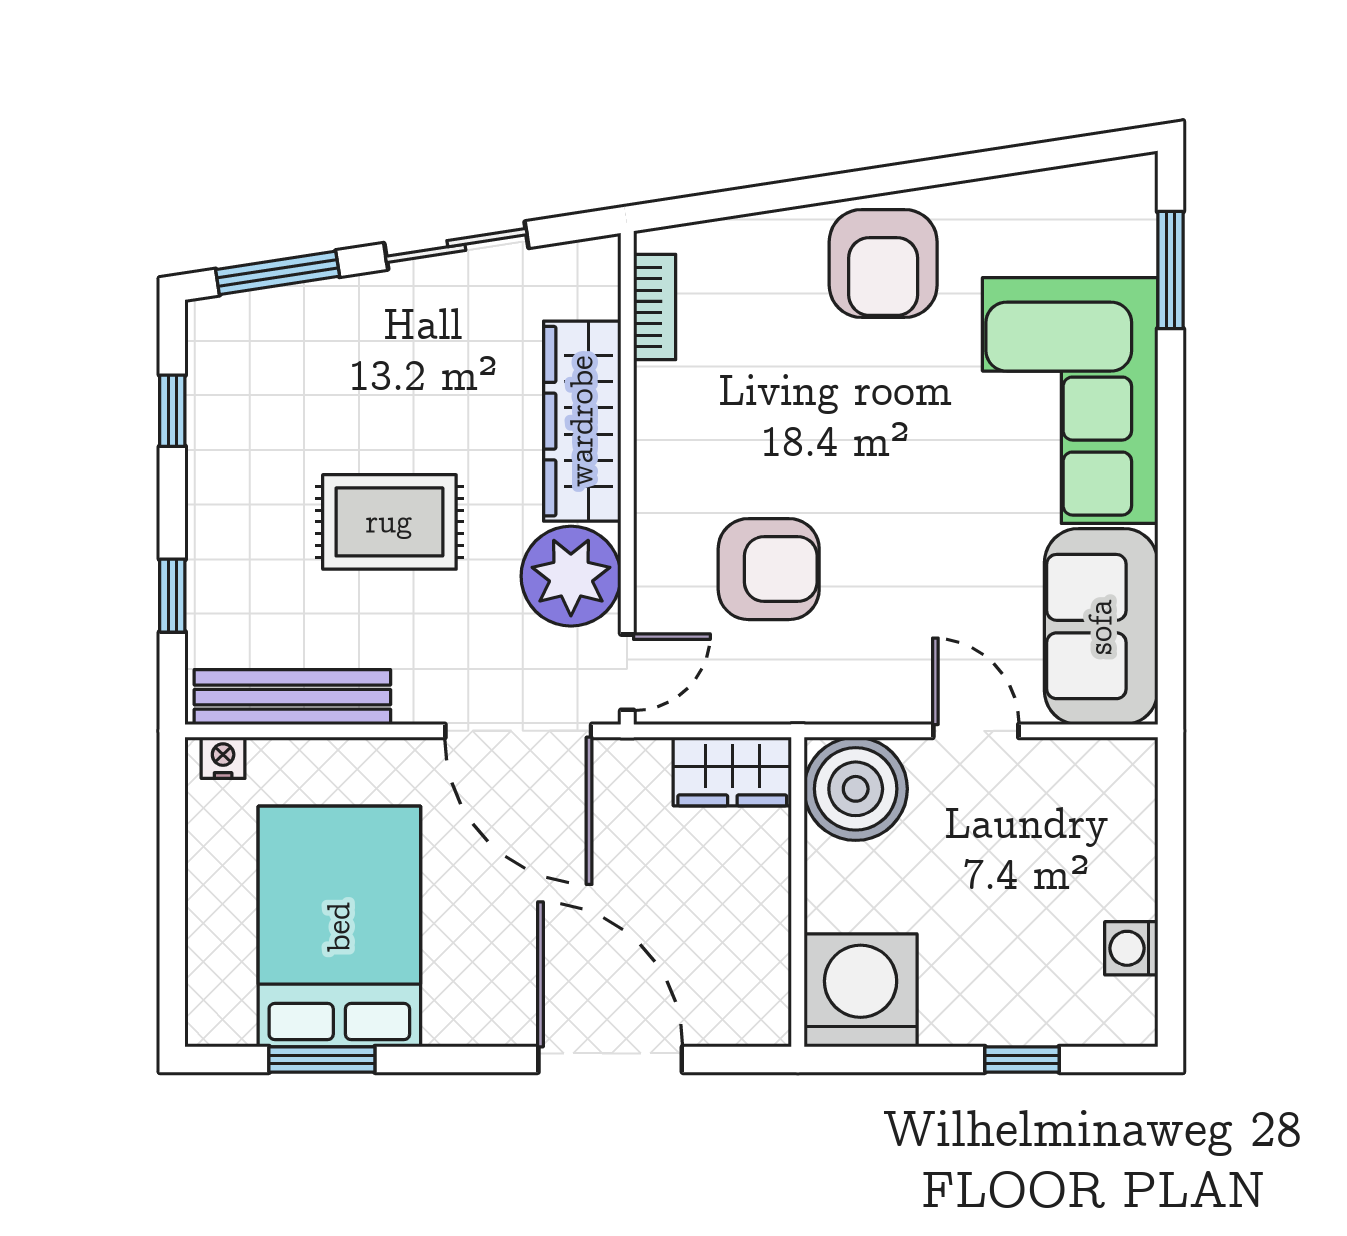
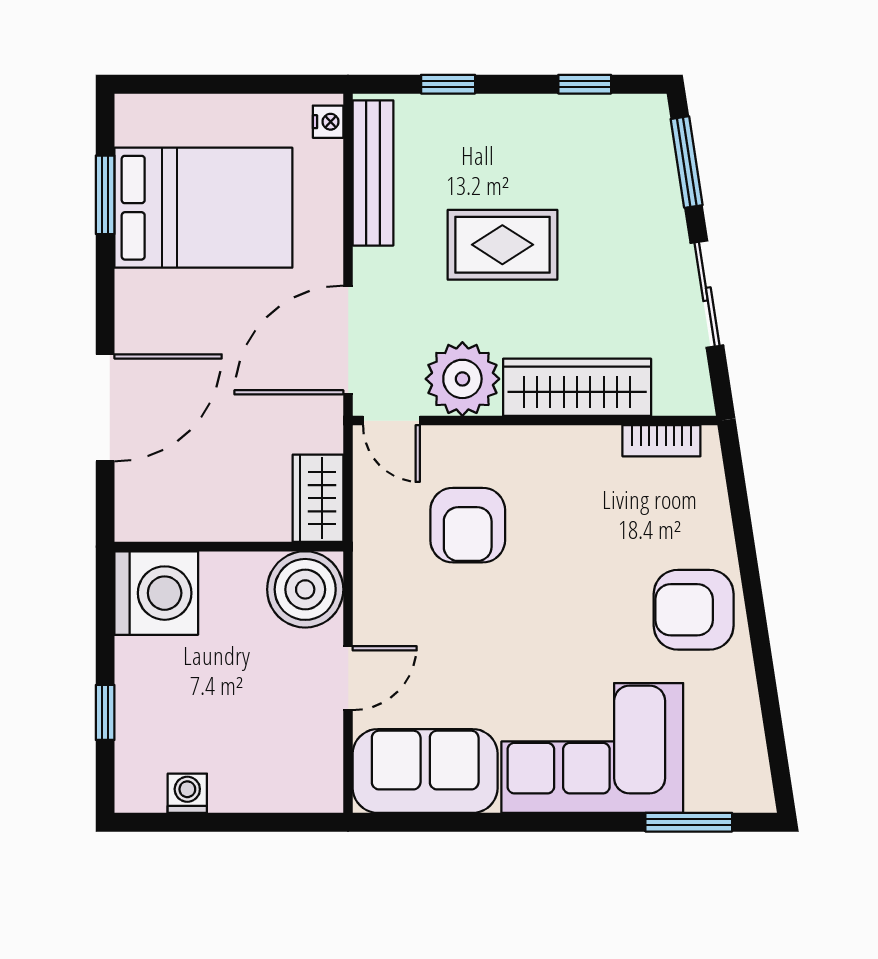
rug: (389, 522) -> (502, 245), turned 90

